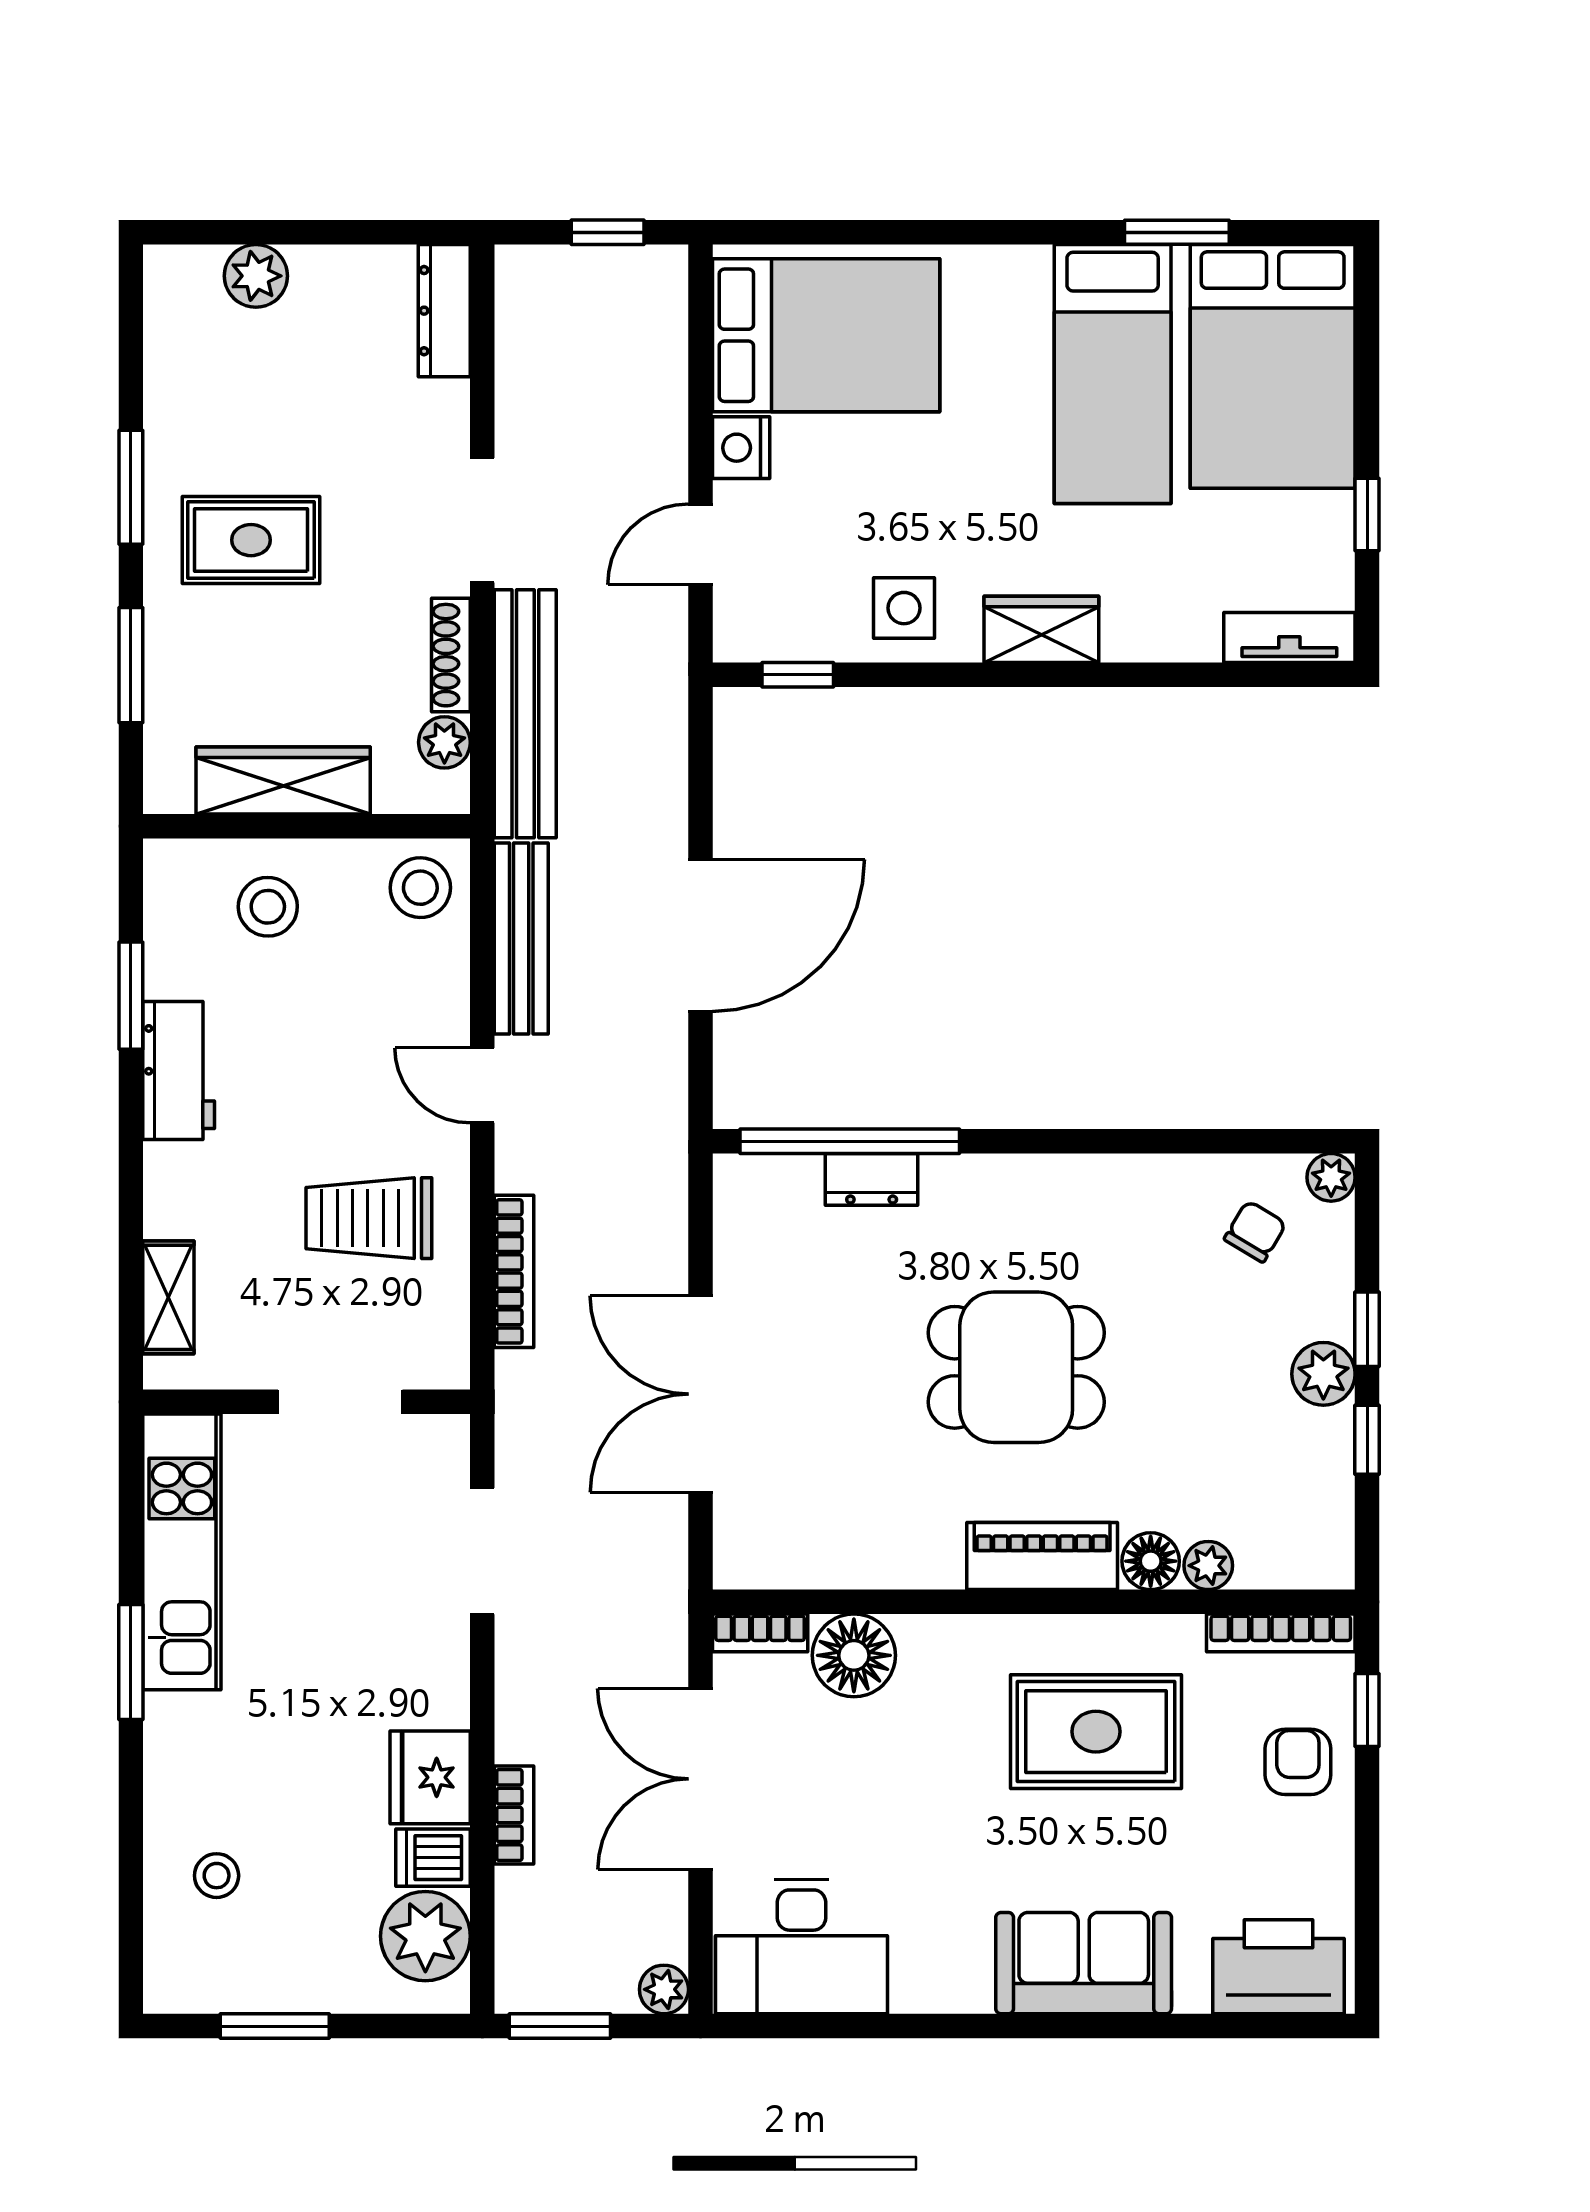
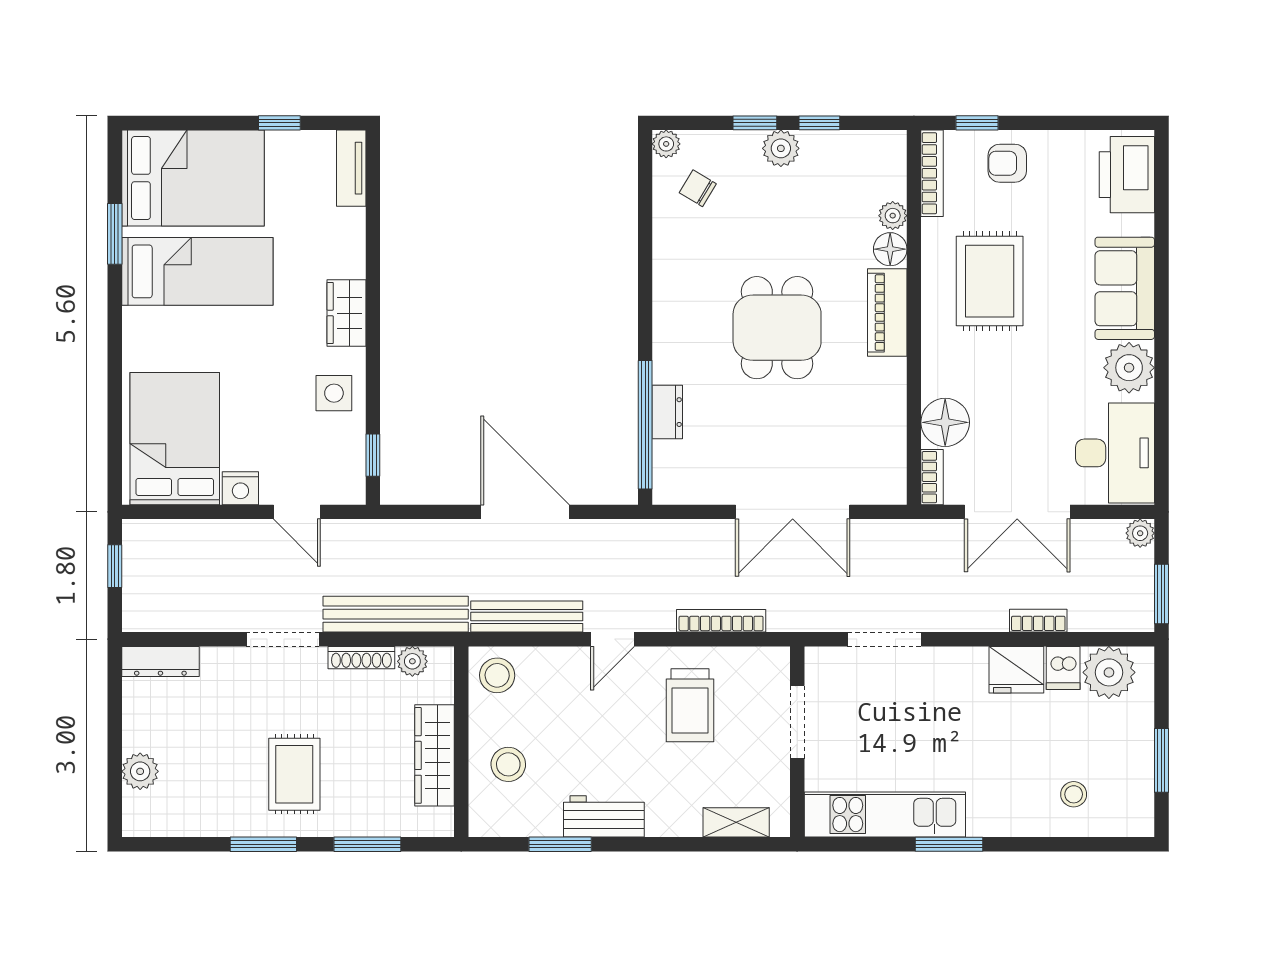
plant: (948, 1970) -> (1129, 368), added

